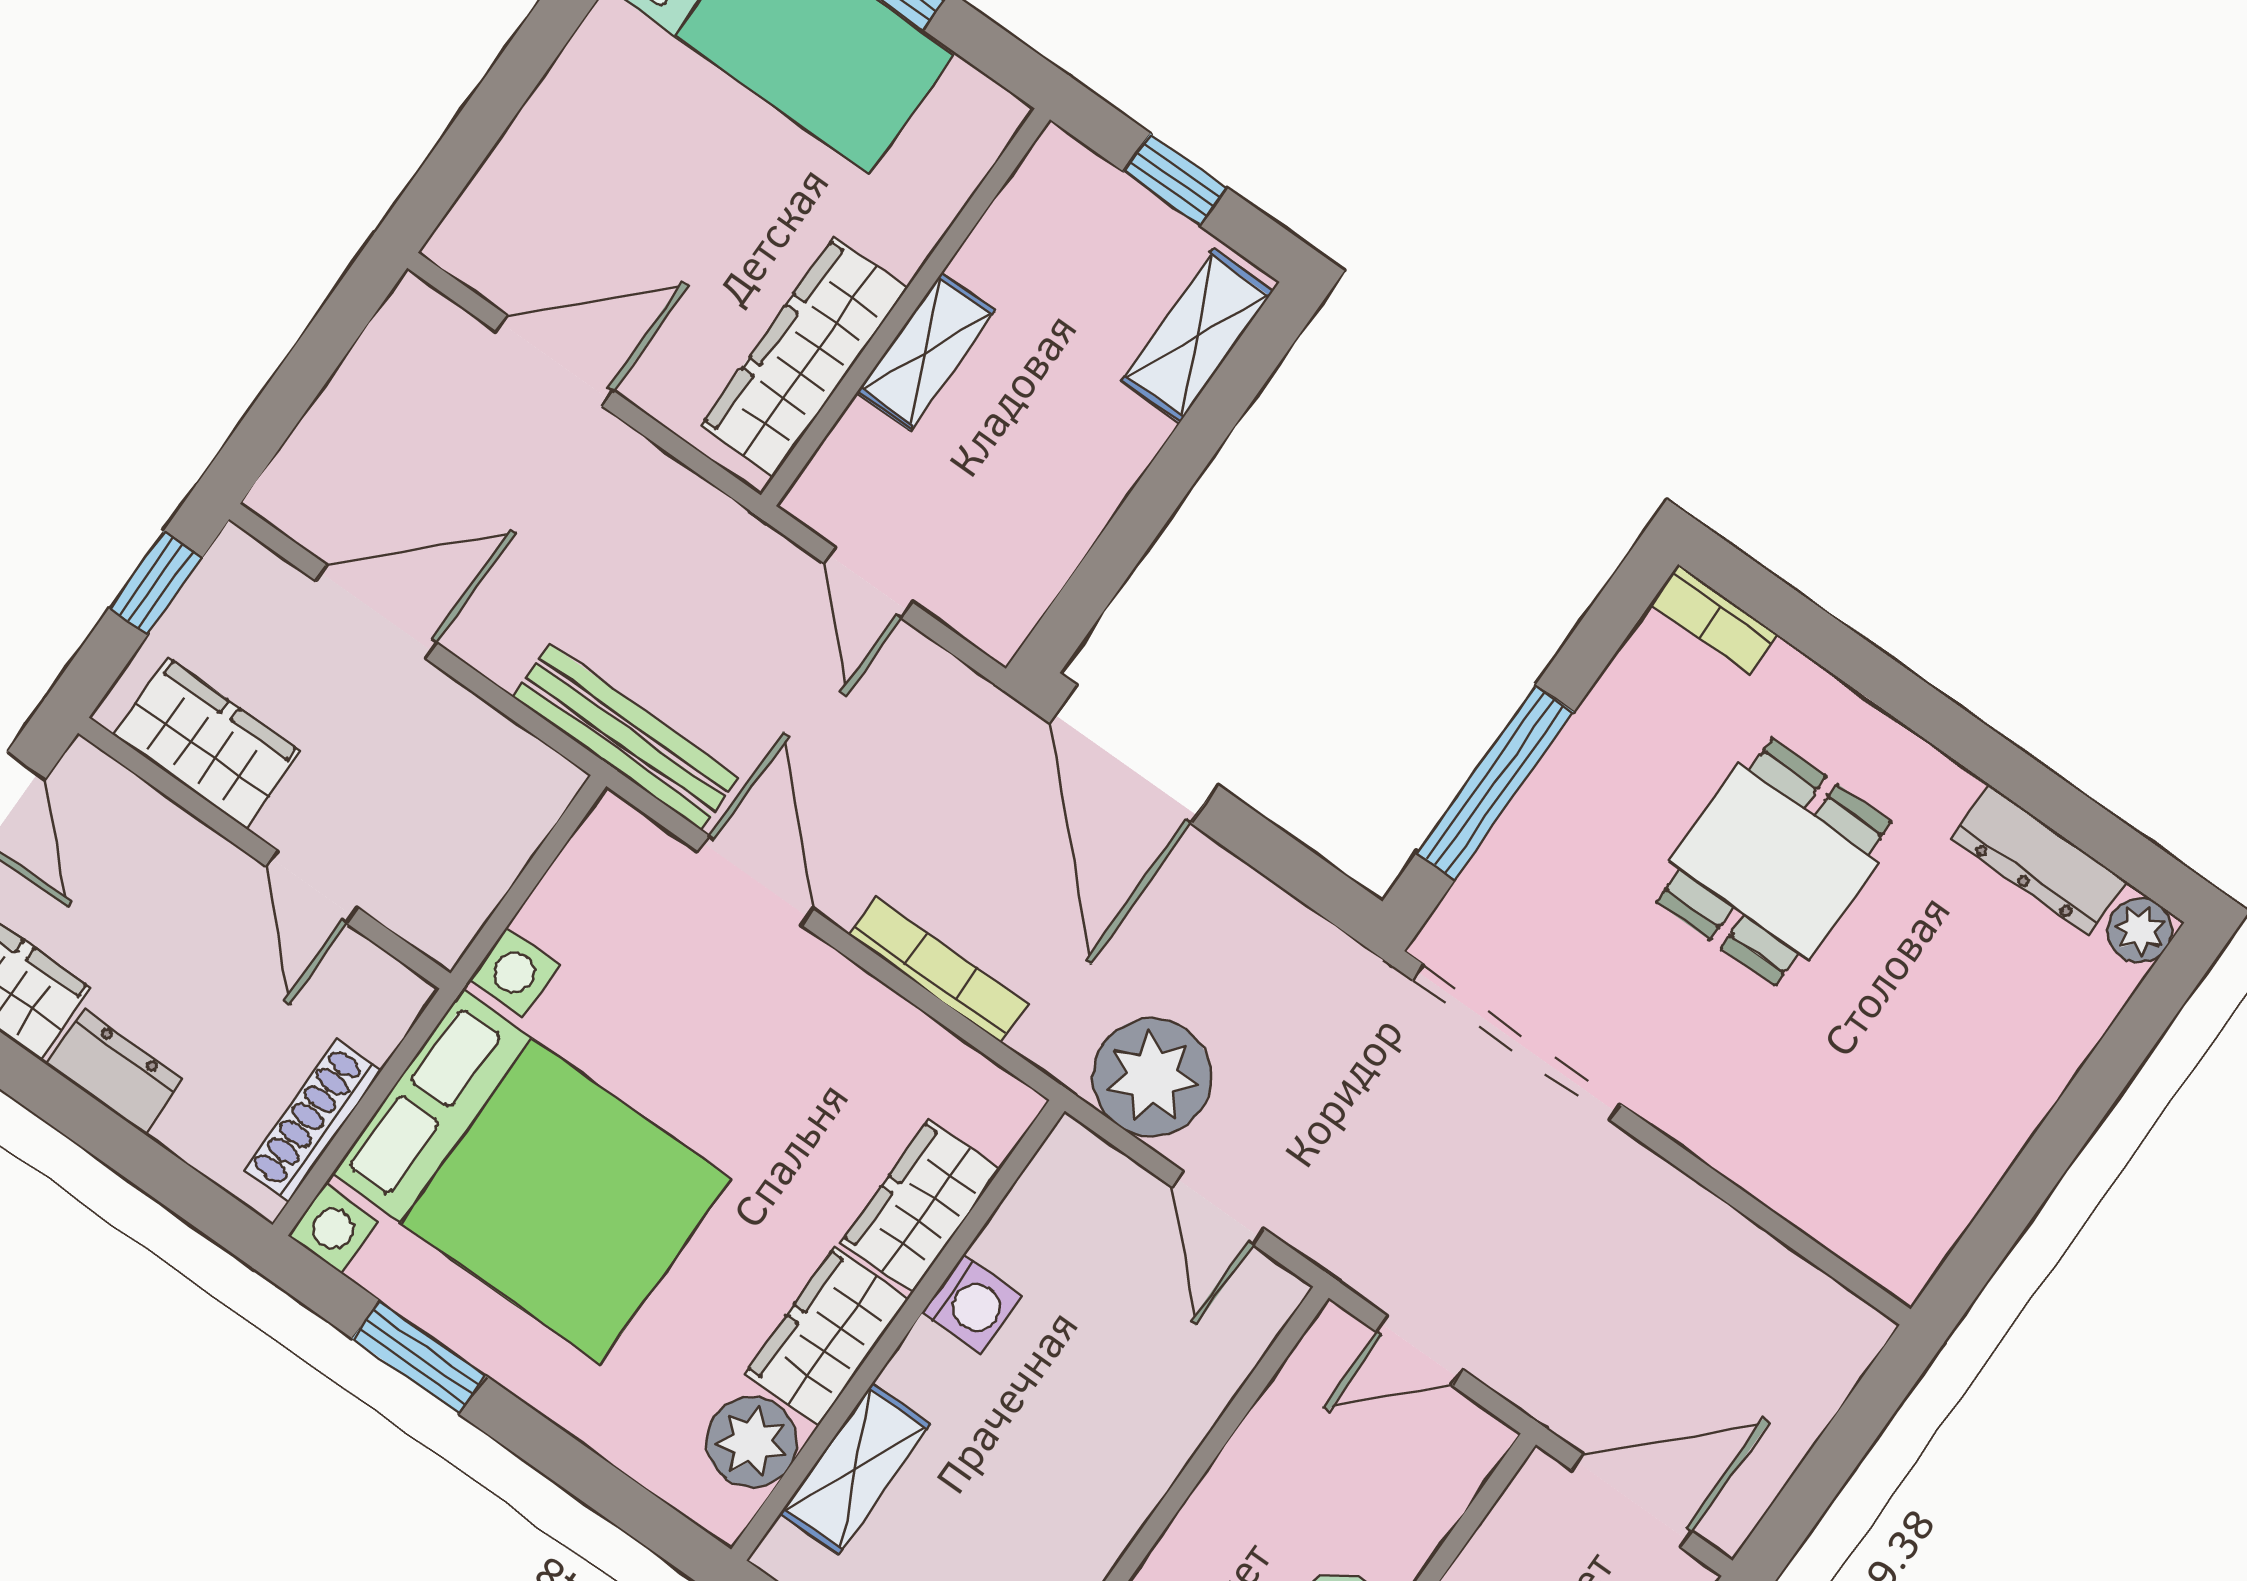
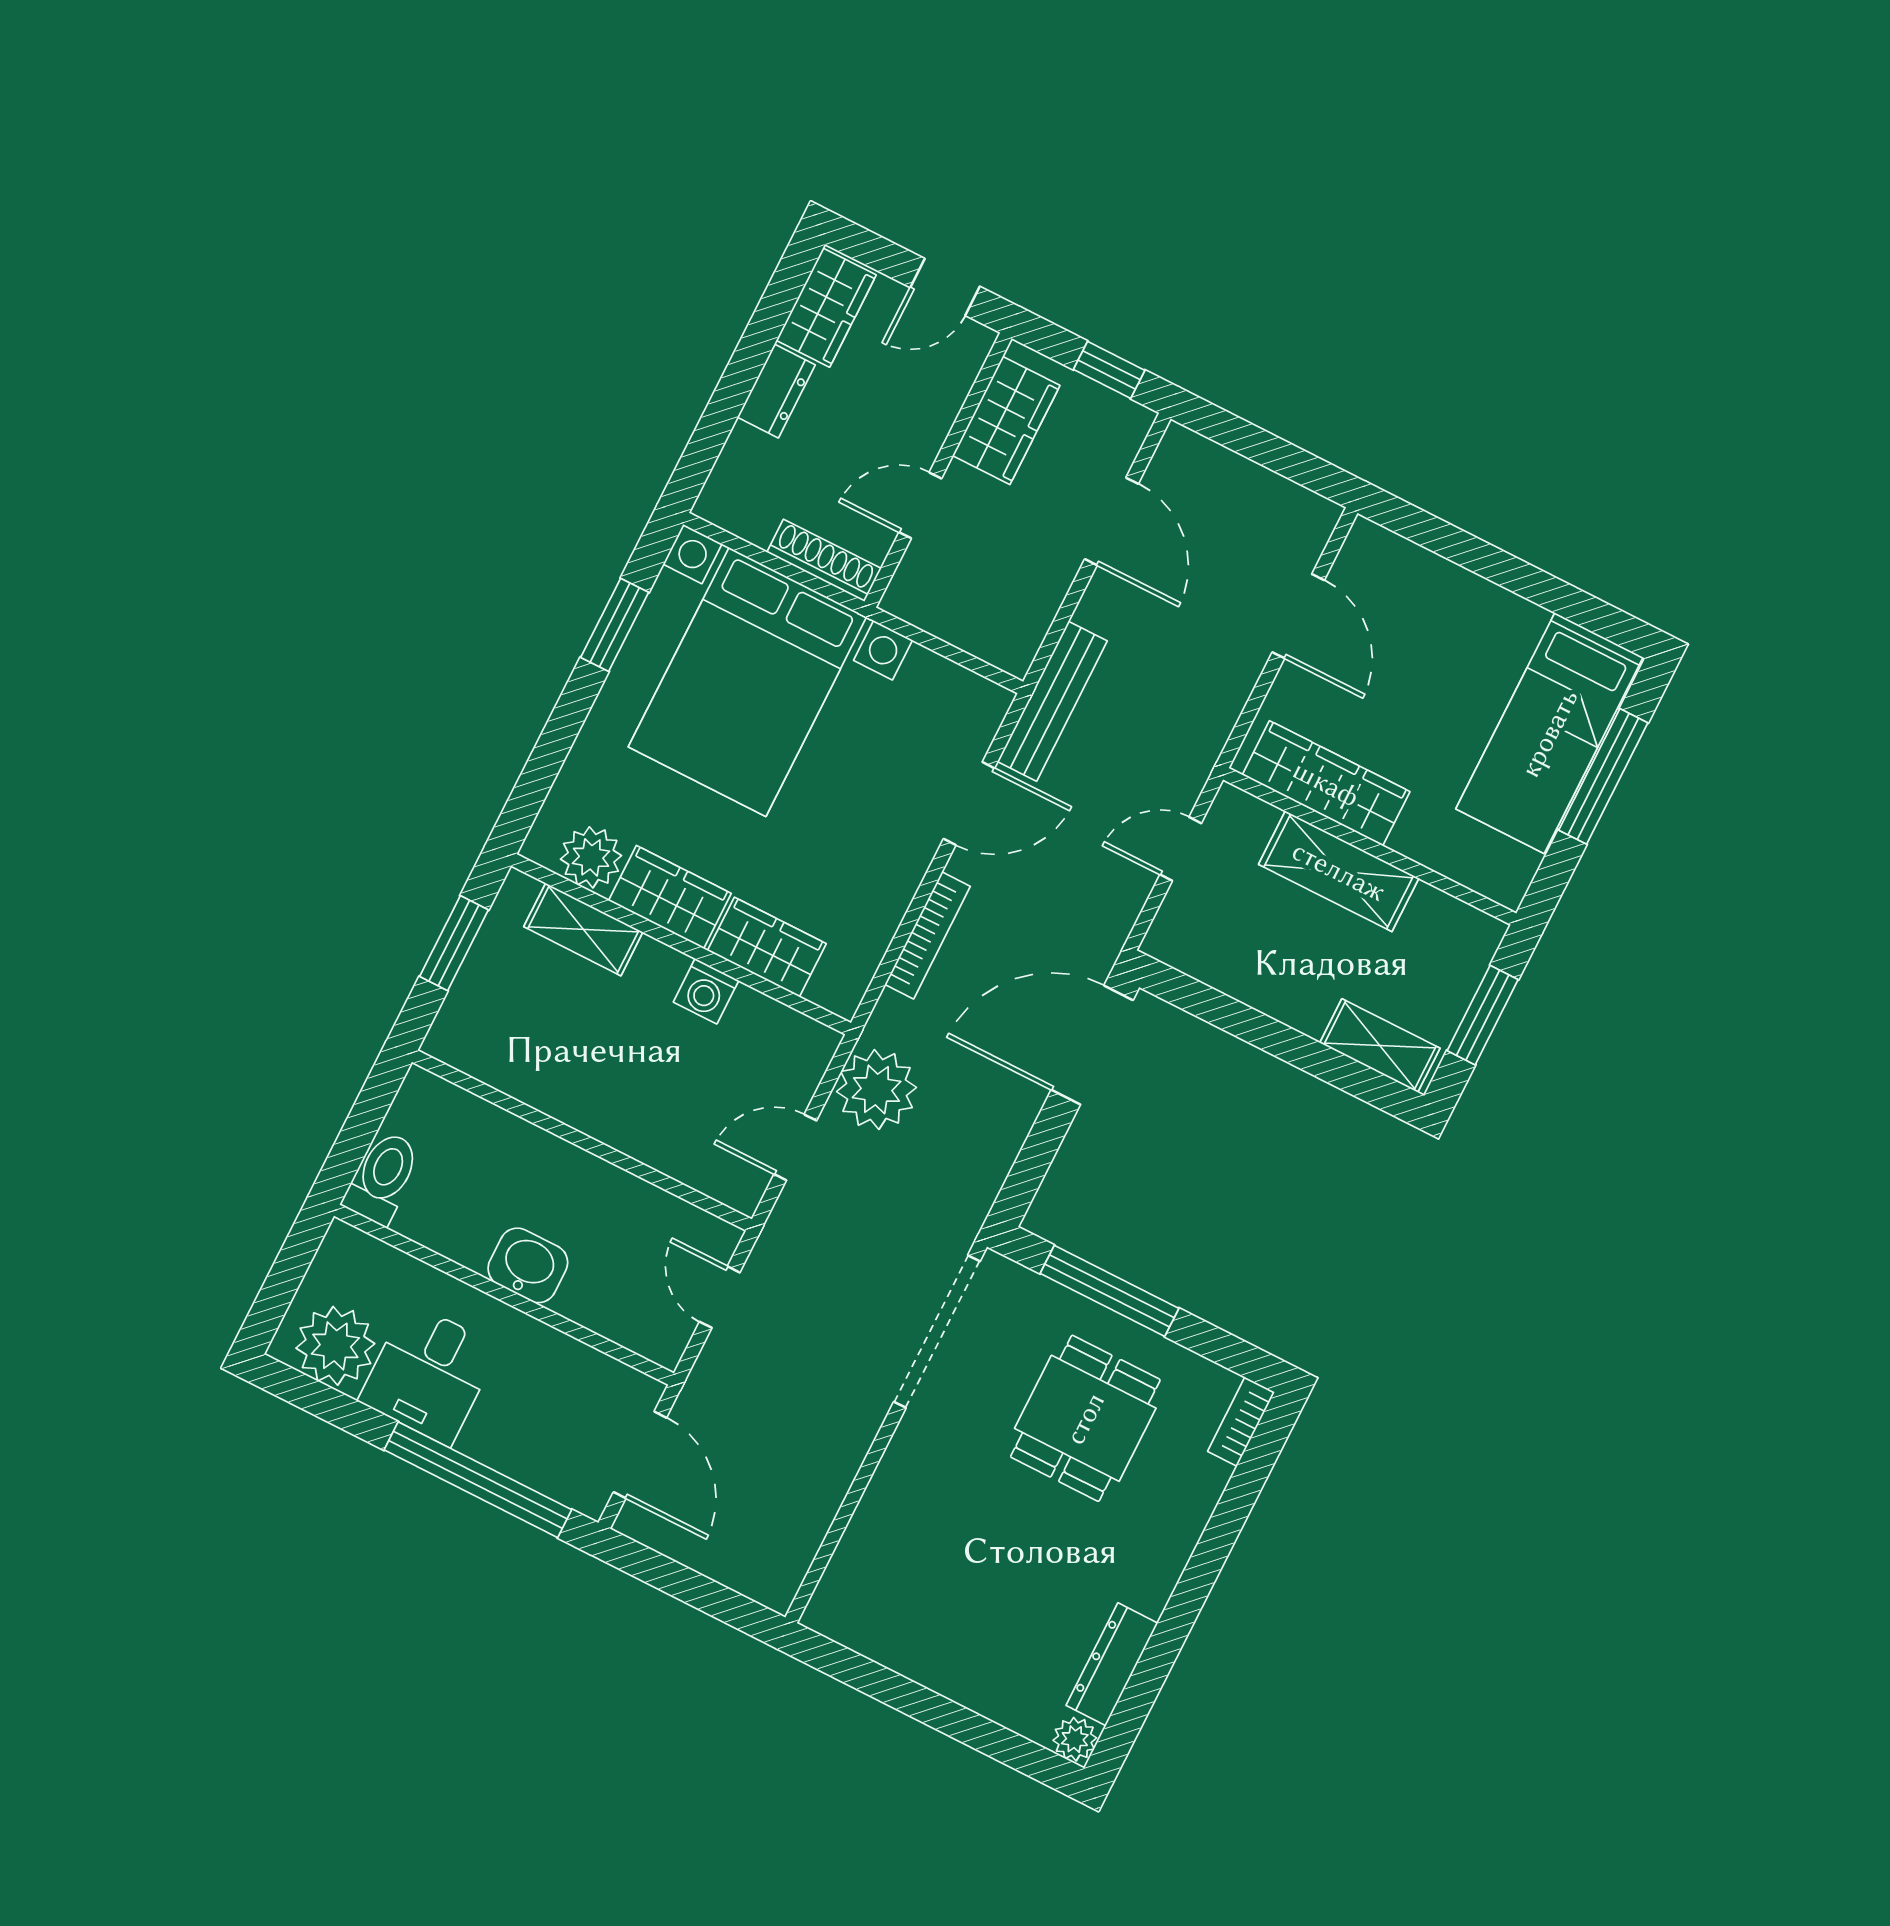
window: (1175, 180) -> (1483, 1015), width x1.50
shelving: (926, 351) -> (1339, 871), width x1.50, depth x1.33
dining table: (1774, 862) -> (1085, 1418), moved, turned 90
shoe rack: (313, 1120) -> (824, 560), moved

